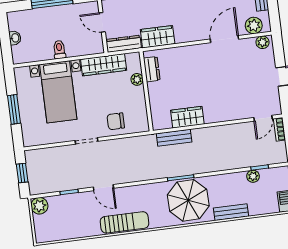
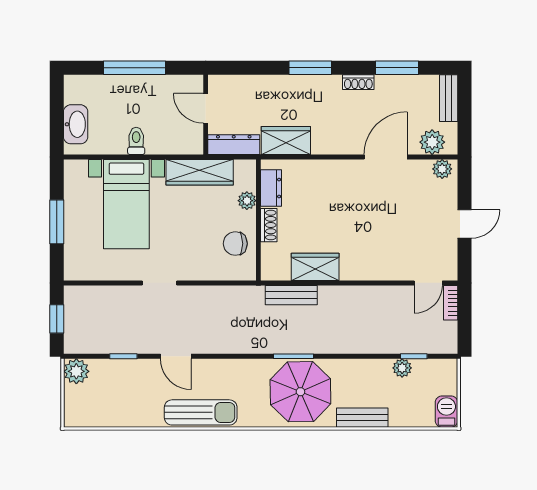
washbasin: (15, 38) -> (76, 124), width x1.91, depth x1.45
shoe rack: (153, 94) -> (269, 225), added
chair: (116, 121) -> (235, 244), moved

